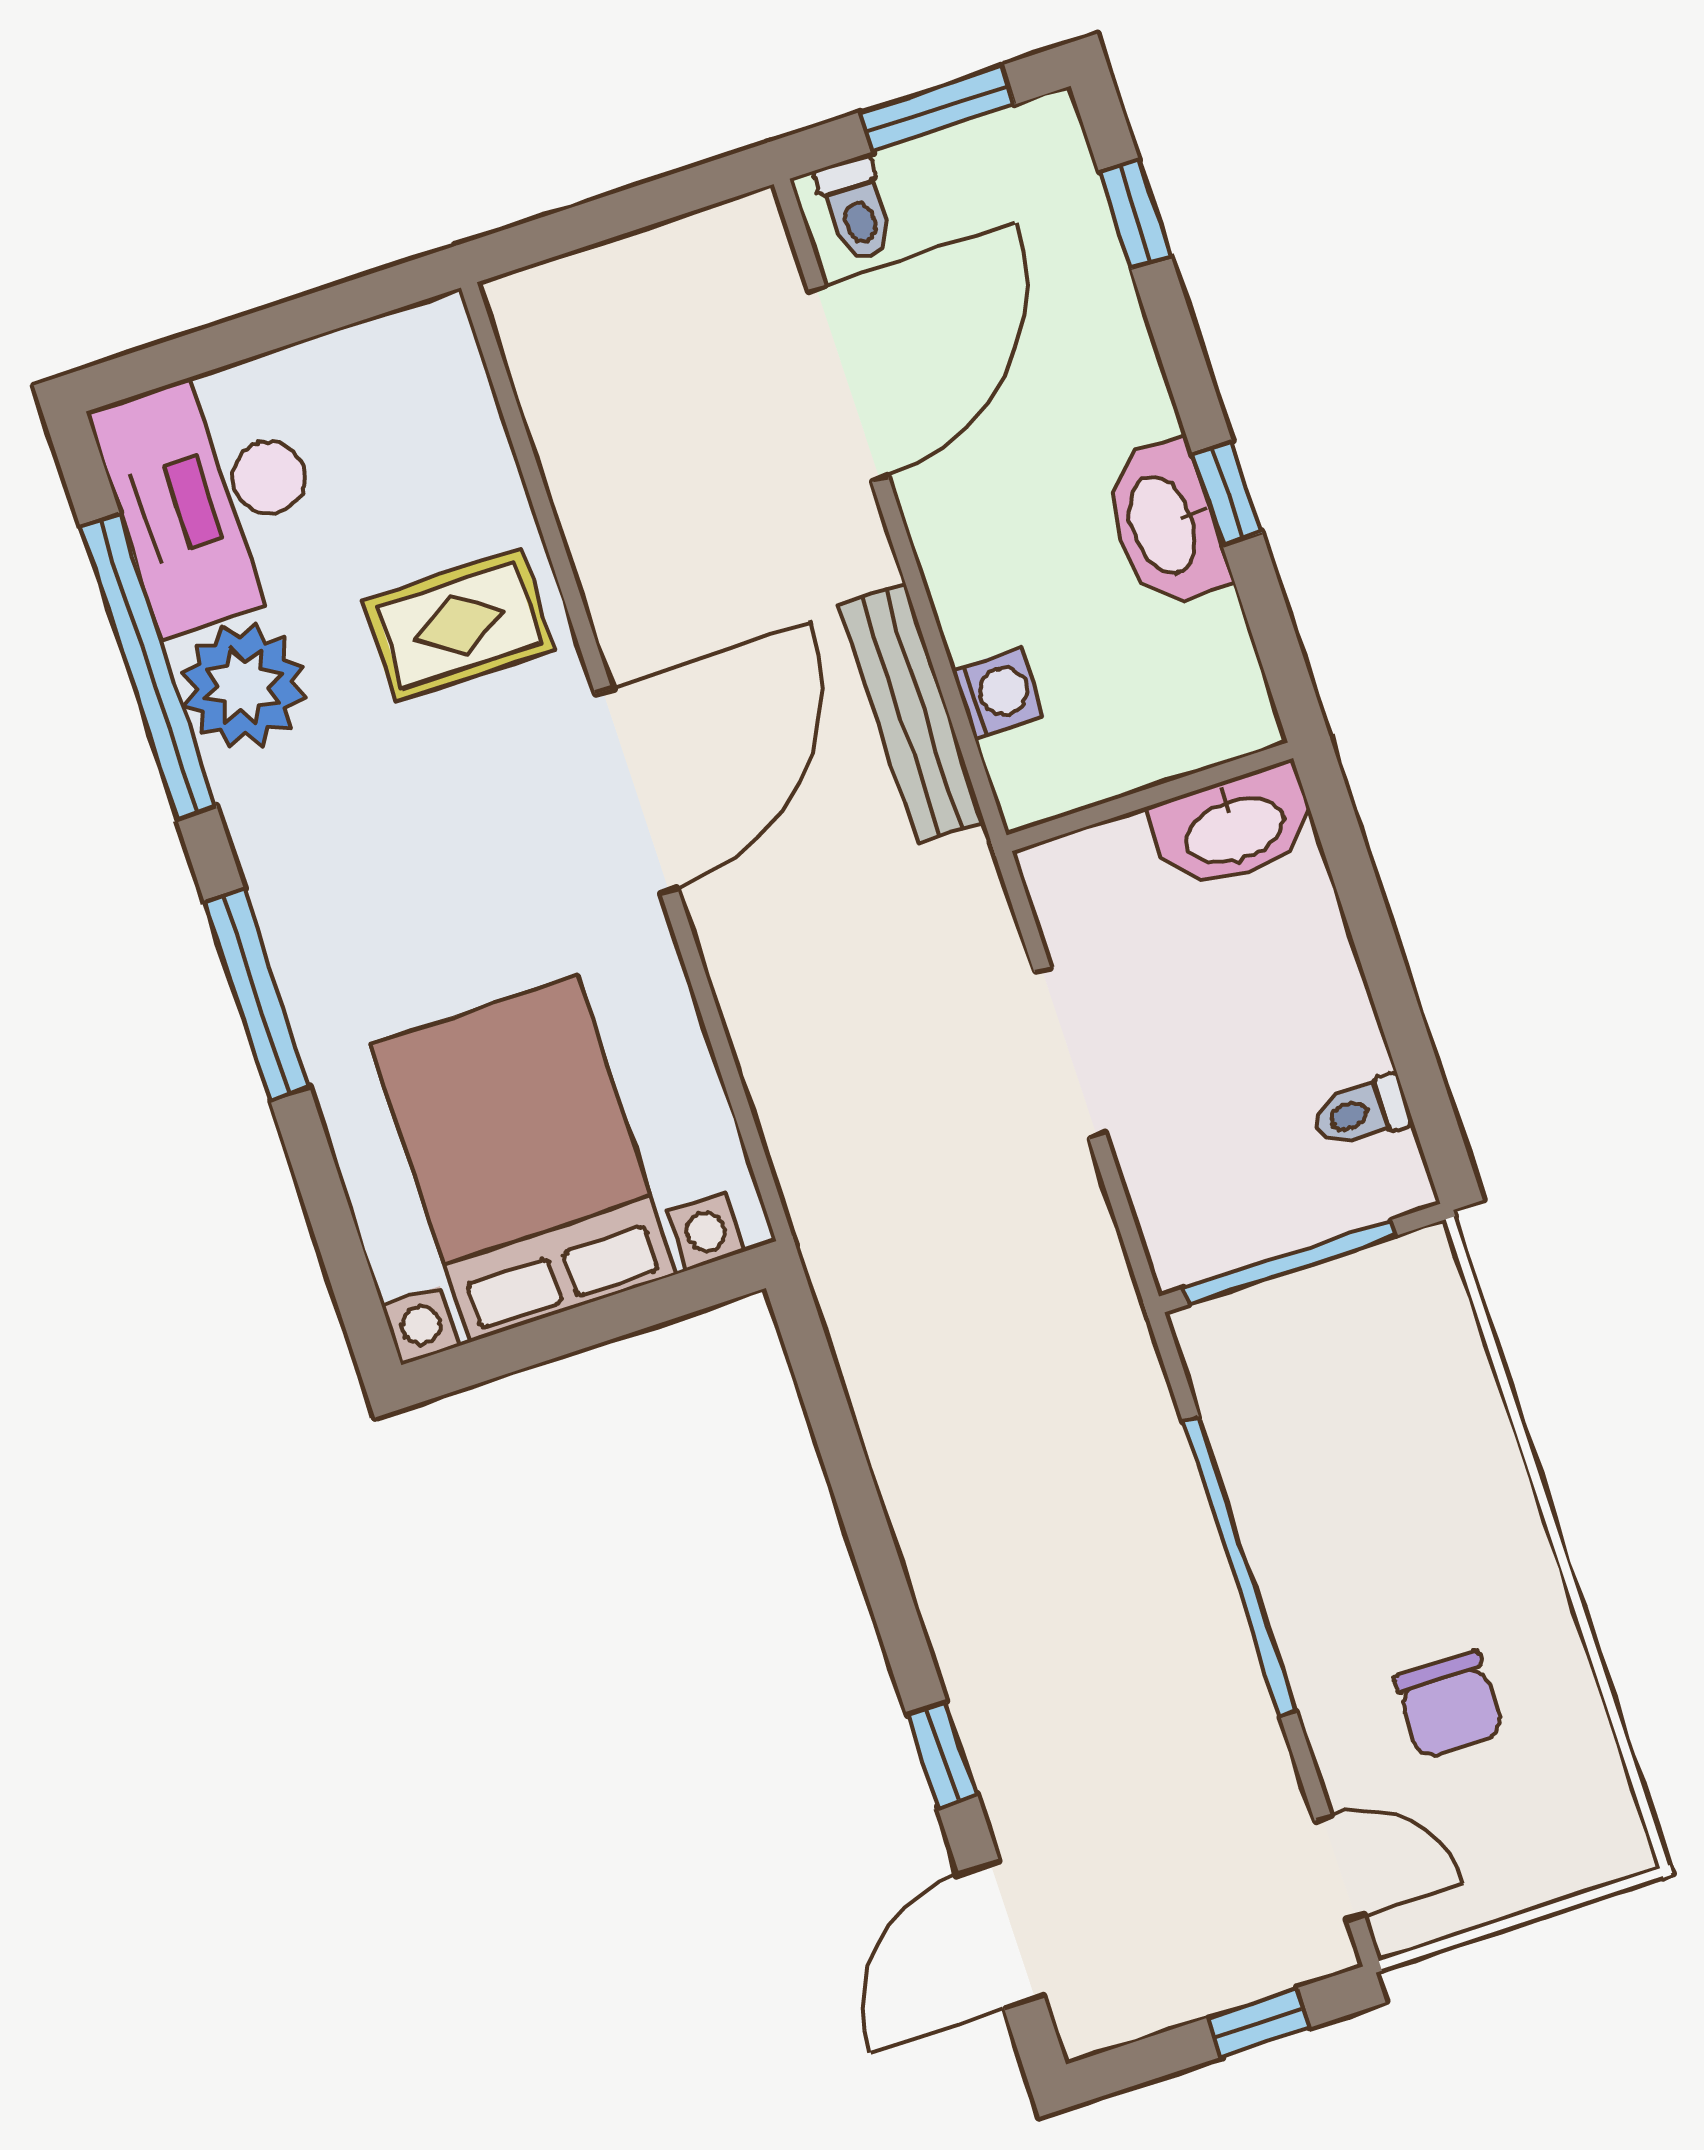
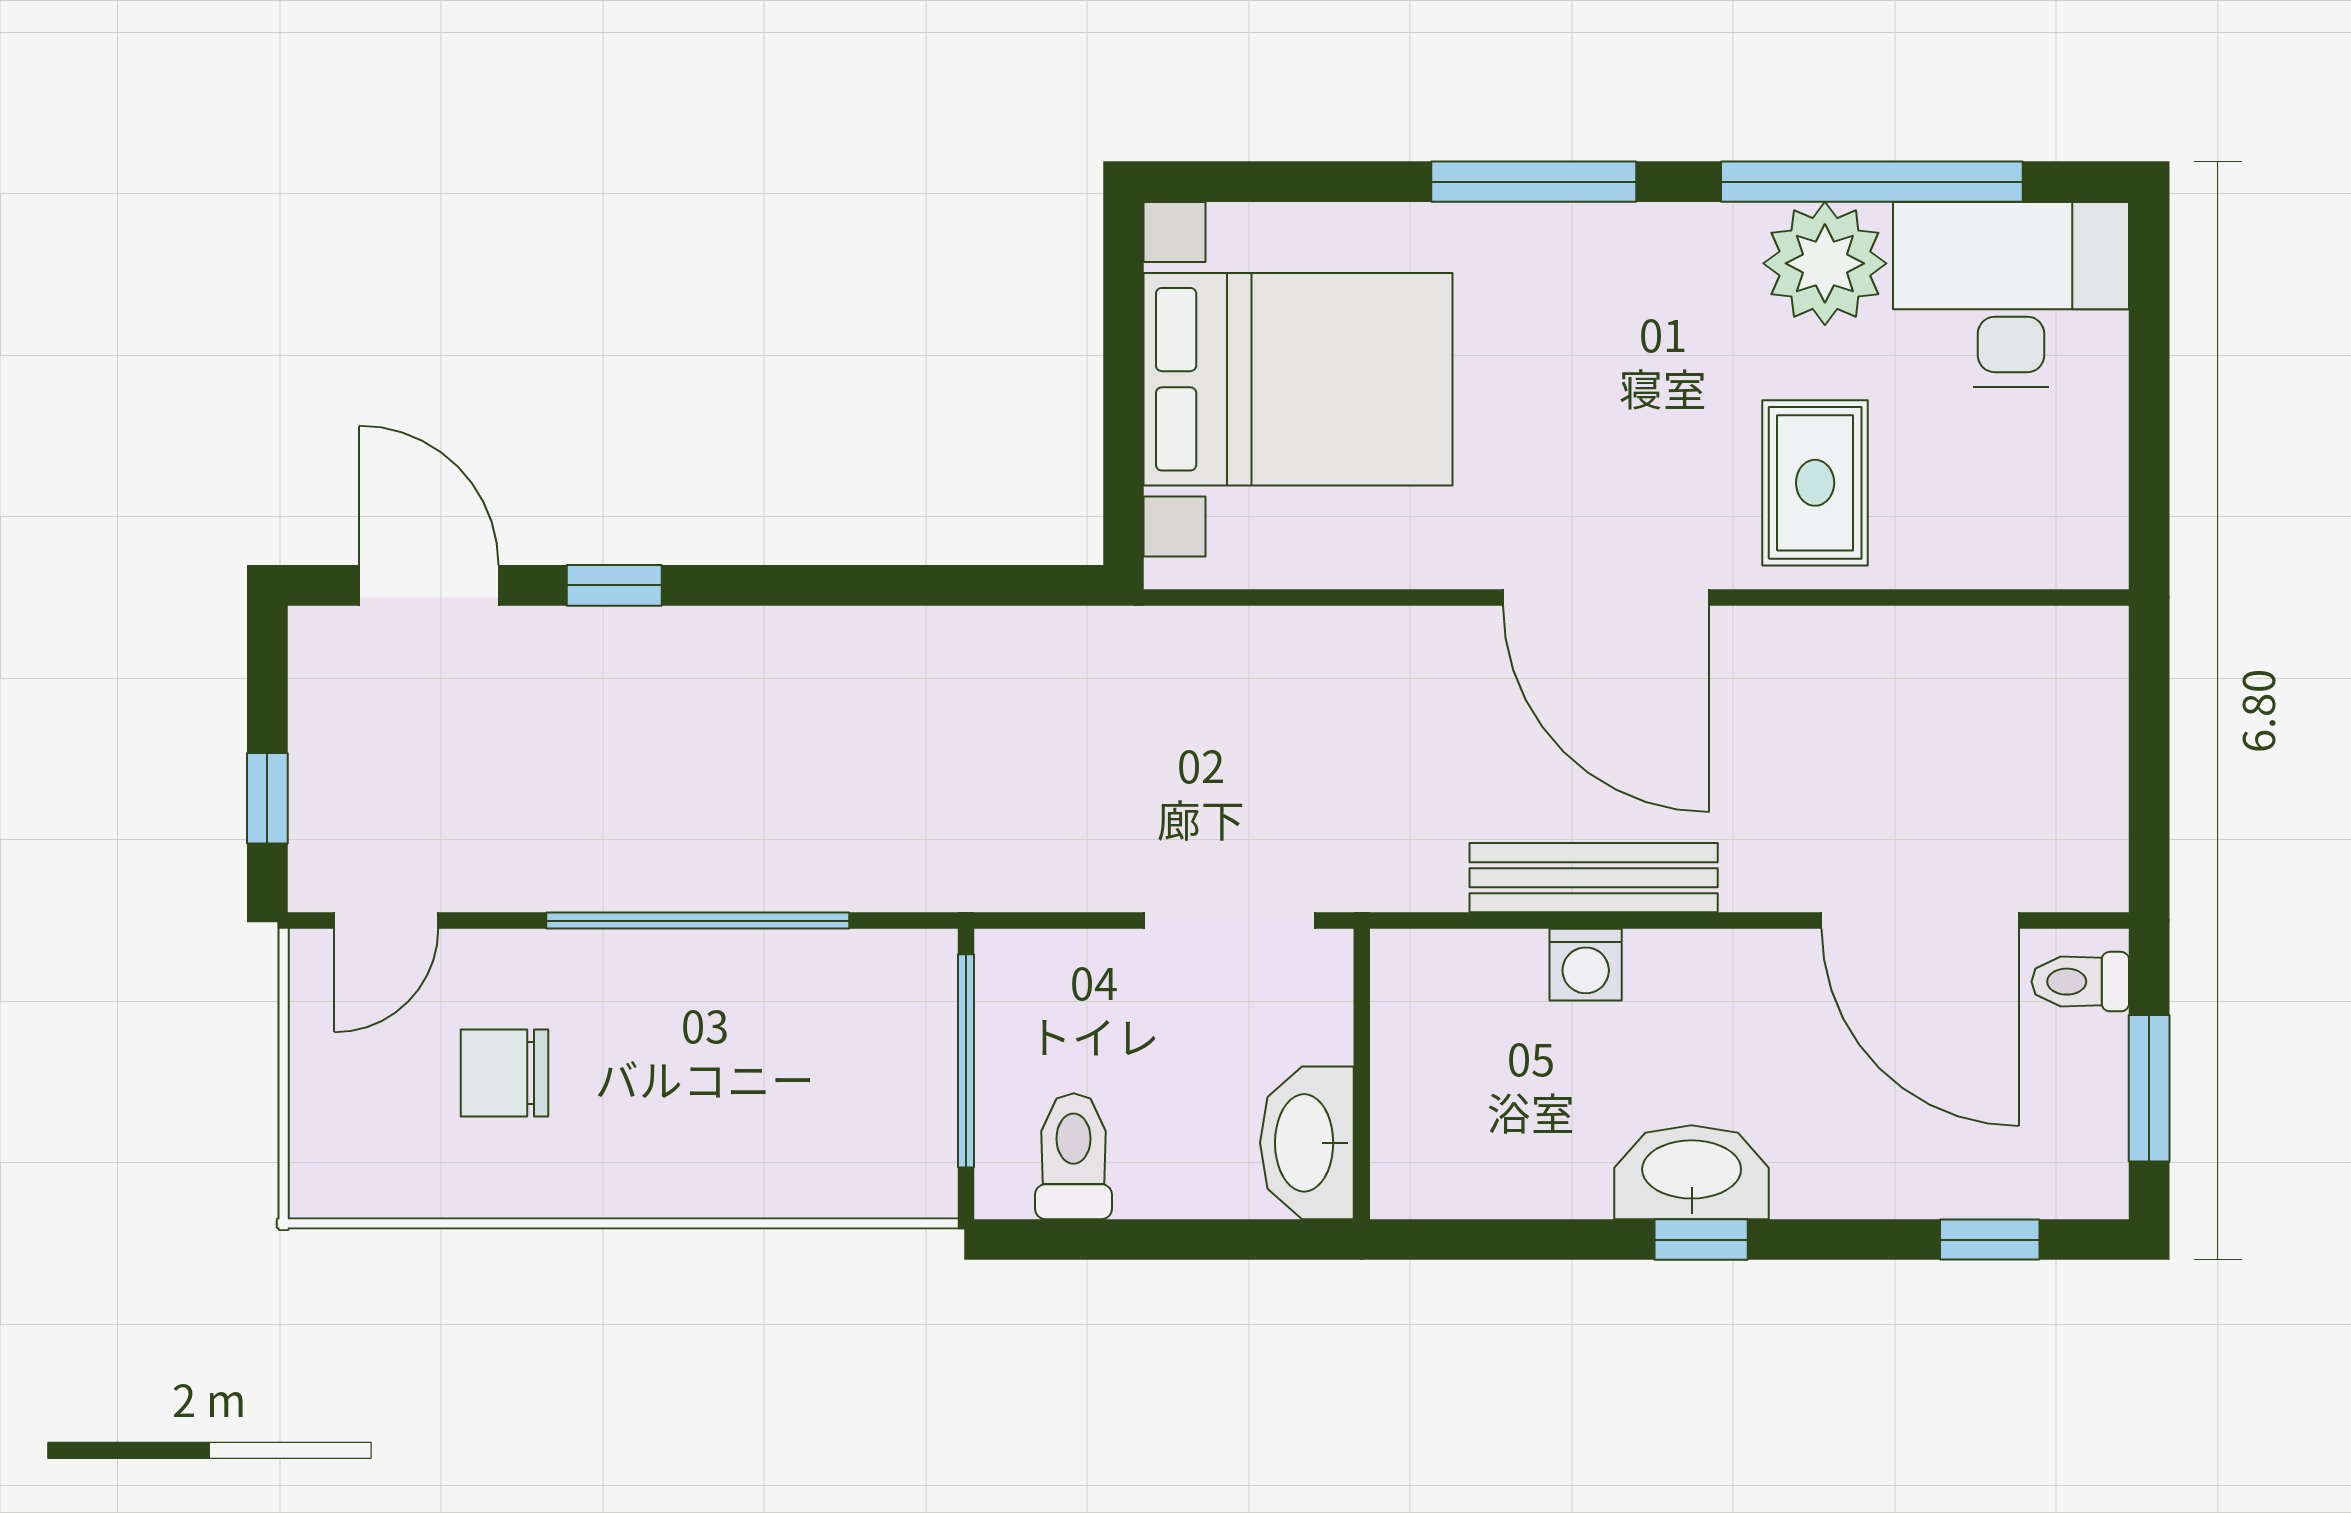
wall: (1150, 797) -> (1362, 1074), moved
washbasin: (1234, 828) -> (1307, 1143), moved
toilet: (1361, 1112) -> (1074, 1156), width x1.37, depth x1.39

